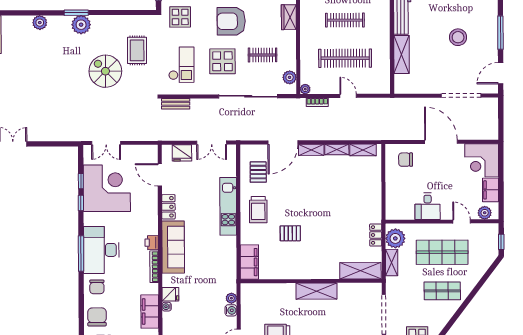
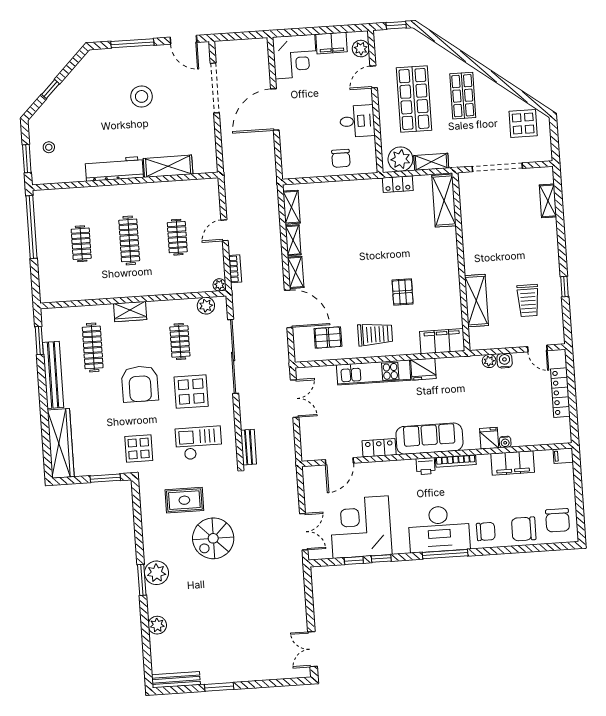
clothes rail: (345, 58) -> (177, 237), width x0.54, depth x0.76
fridge: (182, 153) -> (423, 369), moved, turned 90
chair: (406, 160) -> (341, 158), moved
shelving: (317, 291) -> (476, 301), moved

